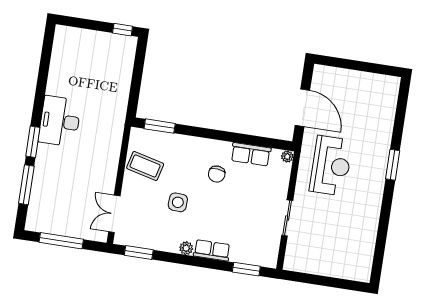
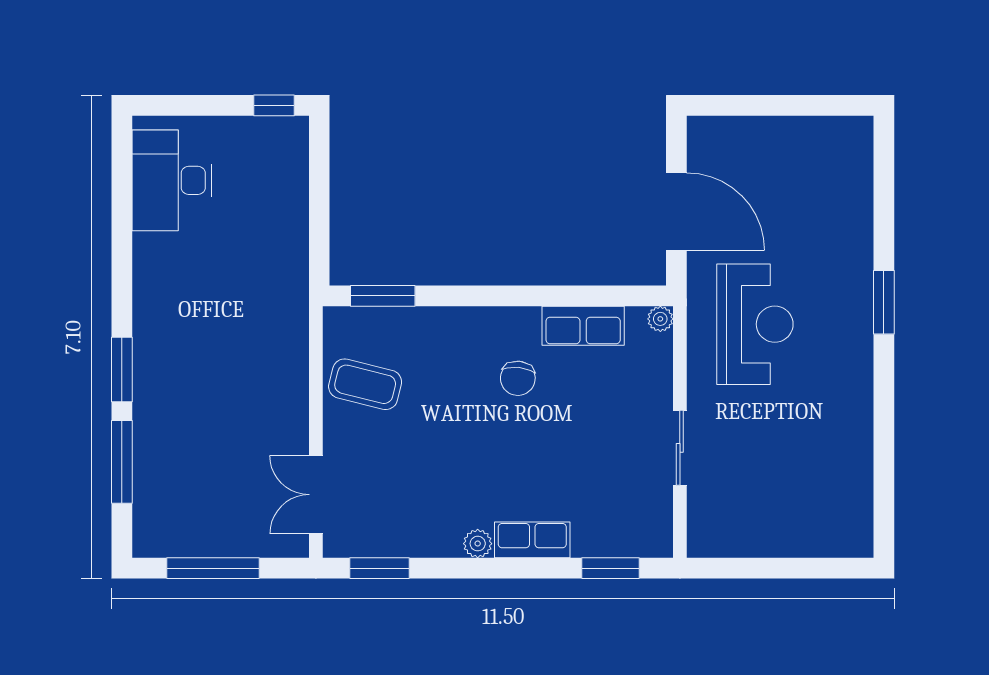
desk: (60, 121) -> (172, 180), moved
side table: (178, 202) -> (445, 450), removed

